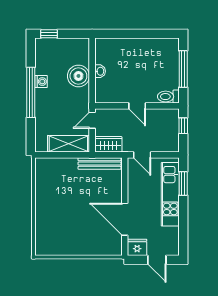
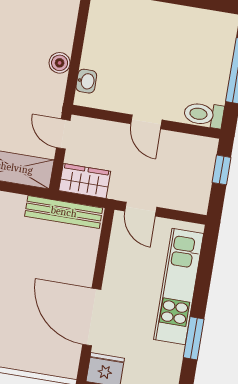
washbasin: (100, 71) -> (86, 81), moved
boiler: (78, 76) -> (60, 63), width x0.54, depth x0.54
door: (92, 120) -> (63, 134), hinge flipped
window: (183, 184) -> (194, 338), moved

